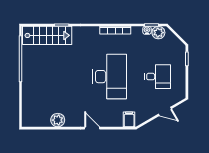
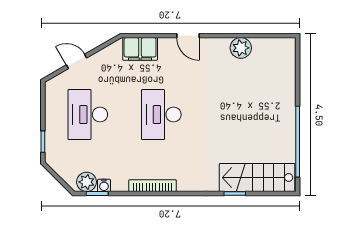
desk: (110, 77) -> (161, 115), width x0.73, depth x0.77
desk: (158, 77) -> (88, 115), width x1.37
filing cabinet: (129, 119) -> (140, 49), width x2.00

